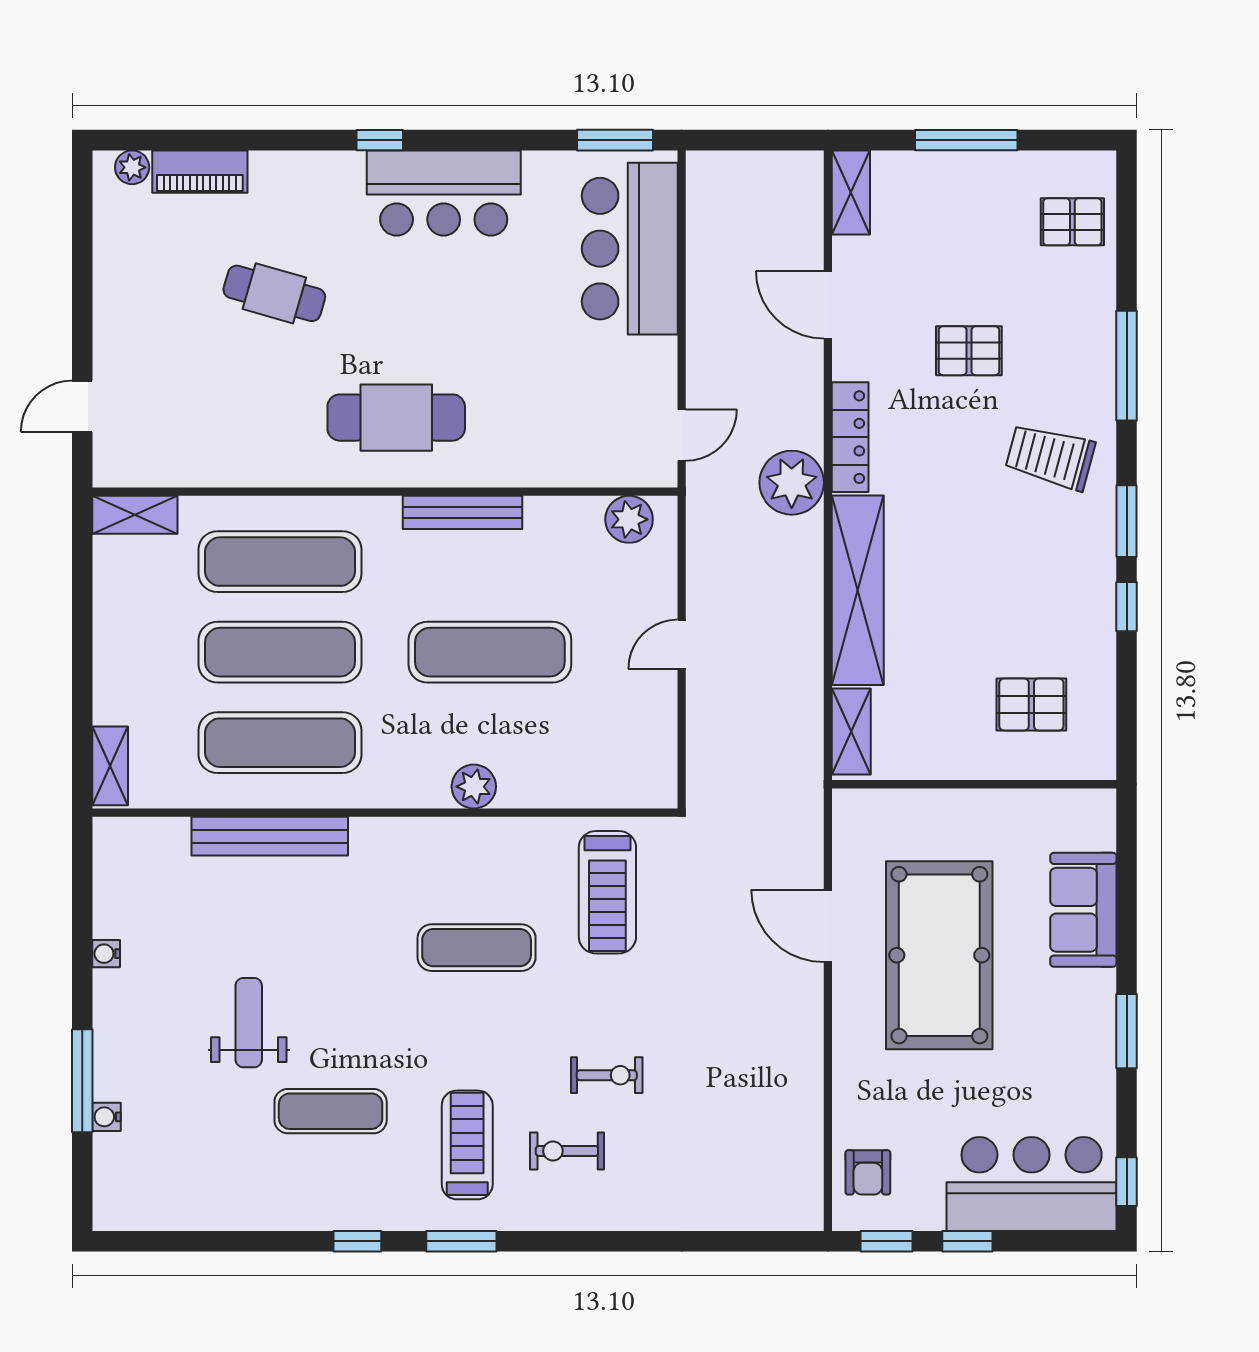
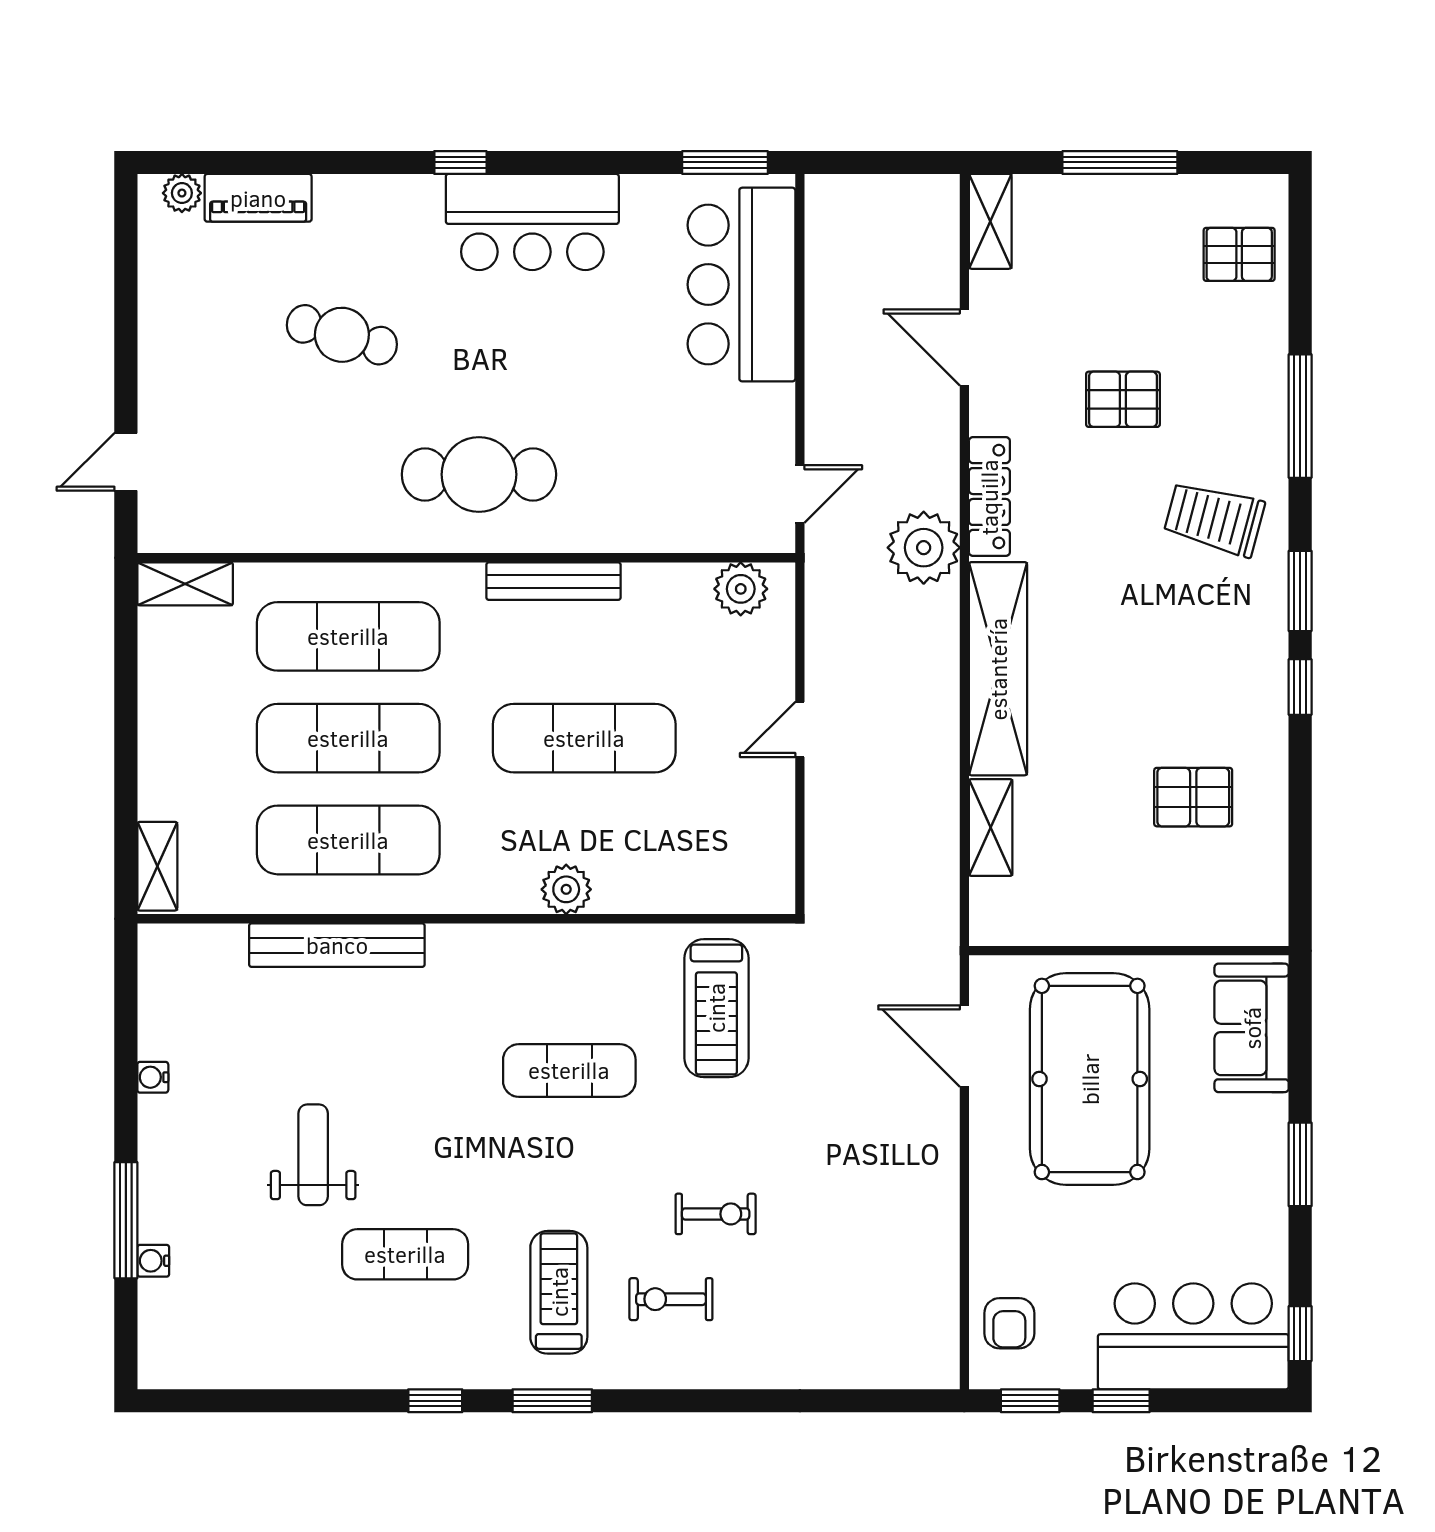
wall: (974, 784) -> (1129, 951), moved

